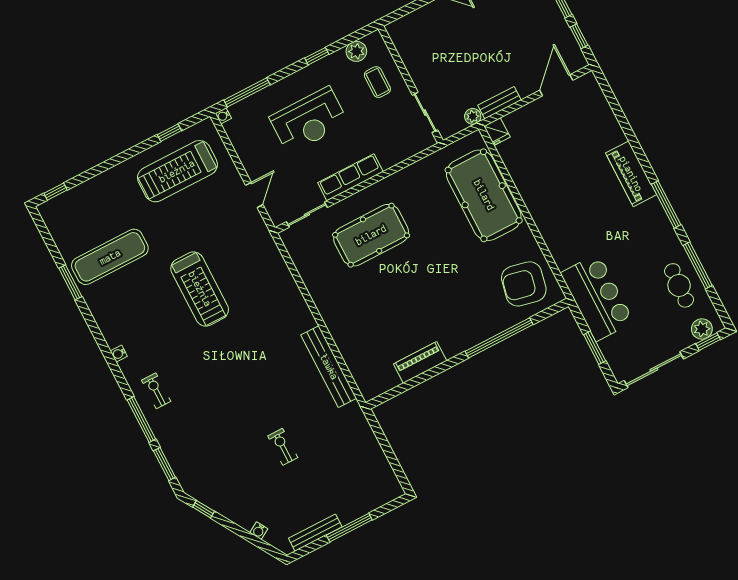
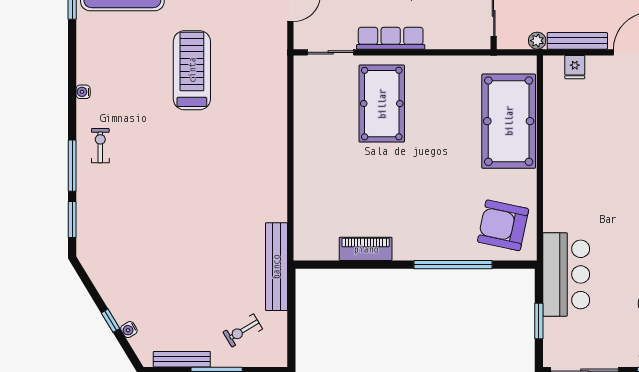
bench: (499, 103) -> (577, 41), width x1.36
fridge: (497, 132) -> (575, 67), moved
pool table: (371, 235) -> (382, 104), turned 90
treadmill: (200, 289) -> (192, 70), turned 180
bench: (329, 367) -> (276, 267), moved
exercise bike: (283, 447) -> (243, 331), moved, turned -121
window: (203, 509) -> (111, 321), moved

